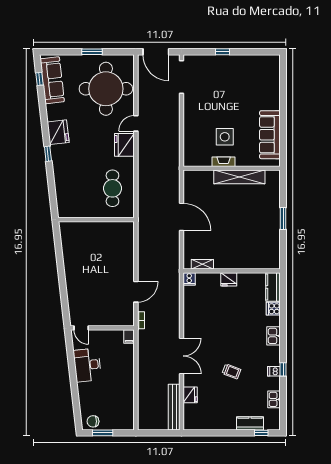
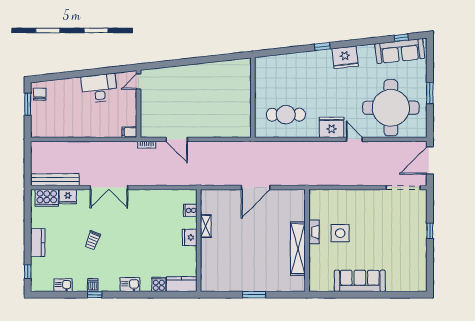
sofa: (270, 135) -> (360, 281), moved
shelving: (202, 264) -> (206, 226), moved
cooker: (189, 279) -> (190, 210), moved
cooker: (191, 415) -> (47, 198), added
kitchen counter: (250, 423) -> (38, 243), moved

